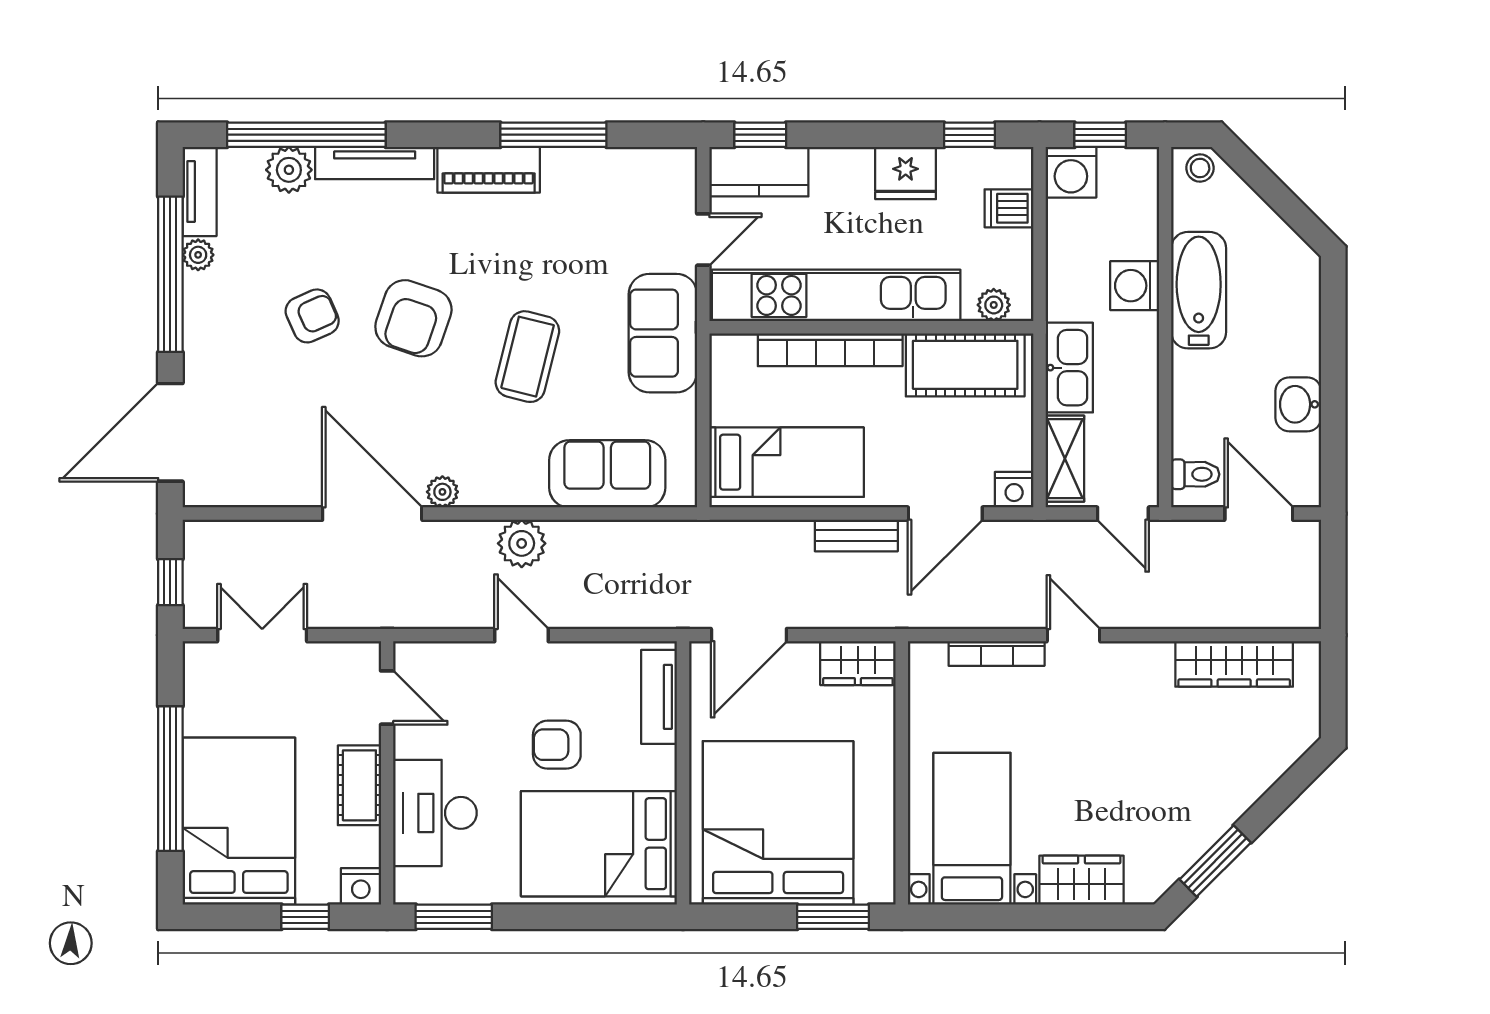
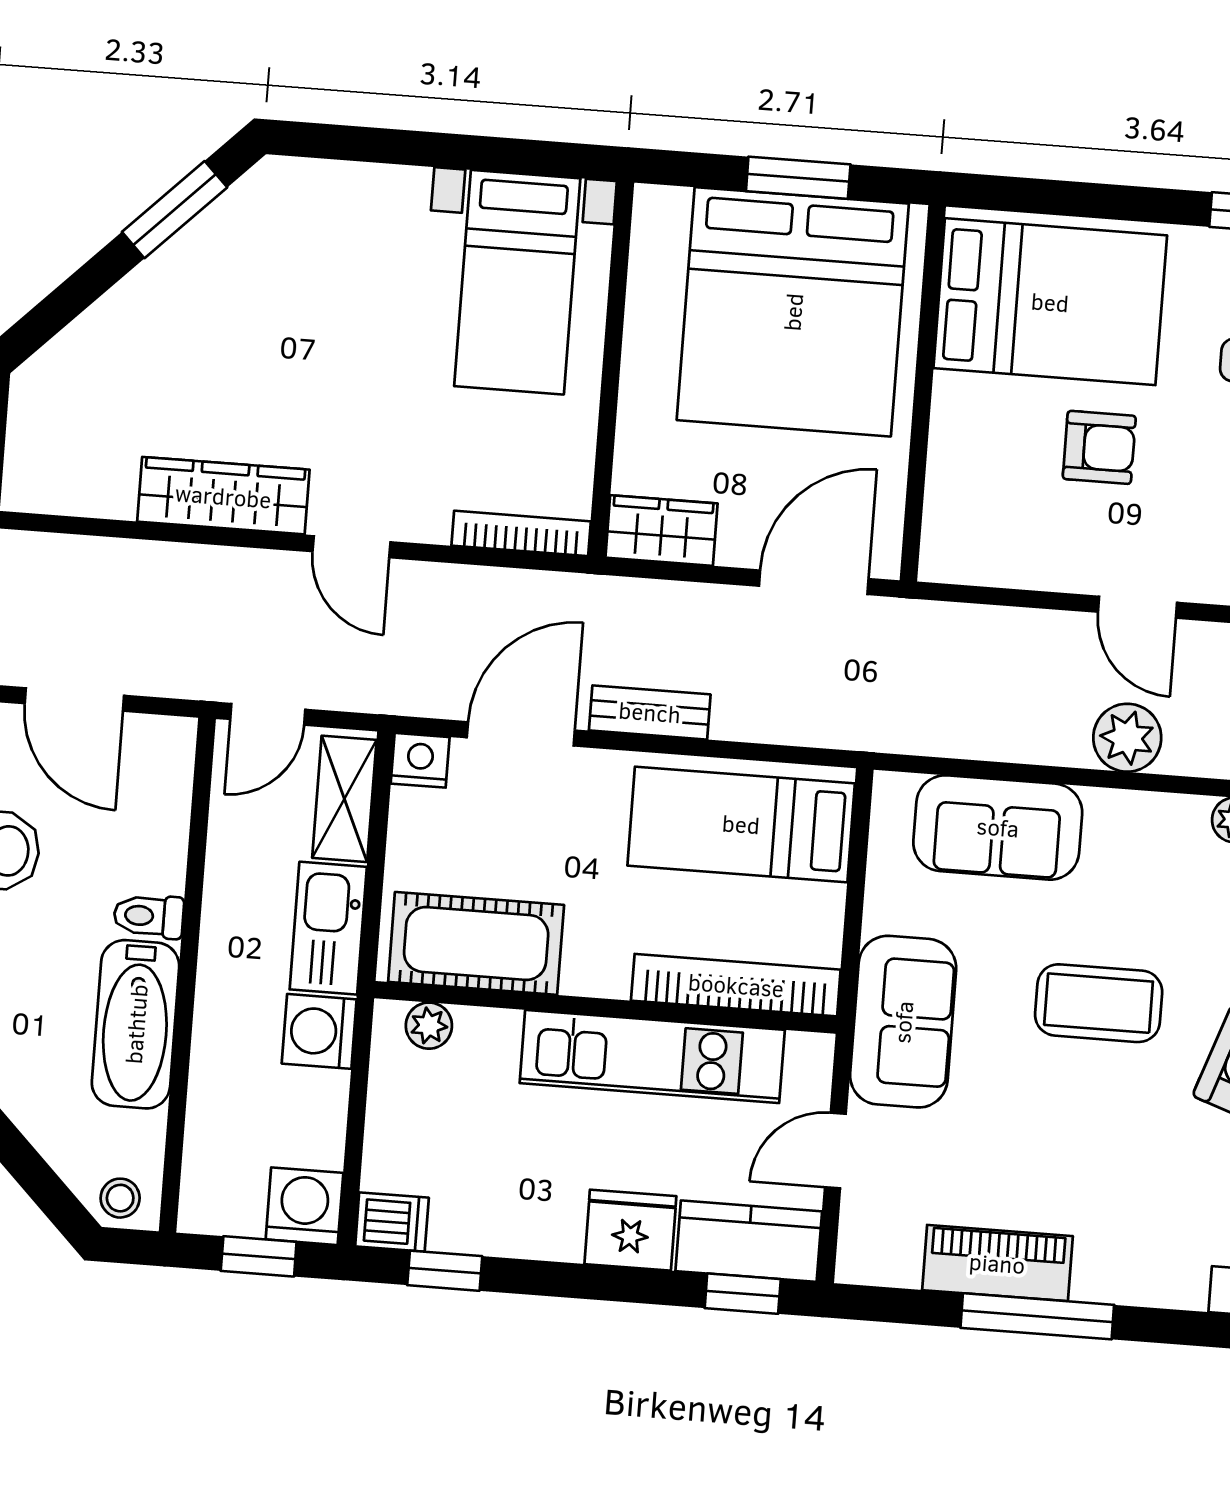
piano: (489, 170) -> (997, 1263), moved
fridge: (906, 173) -> (630, 1230), moved
dishwasher: (1009, 208) -> (392, 1222), moved
washing machine: (1135, 286) -> (319, 1031), moved, turned 180
kitchen unit: (836, 295) -> (652, 1056), width x0.73
bookcase: (830, 350) -> (736, 985), moved
coffee table: (527, 357) -> (1099, 1003), turned 76
toilet: (1195, 474) -> (149, 916), moved
door: (1123, 514) -> (268, 714), swing flipped
bookcase: (997, 653) -> (521, 533), moved
wardrobe: (1234, 664) -> (223, 496), moved
tv unit: (659, 697) -> (949, 504), removed
wardrobe: (1082, 880) -> (367, 197), removed
window: (833, 917) -> (798, 178), moved

